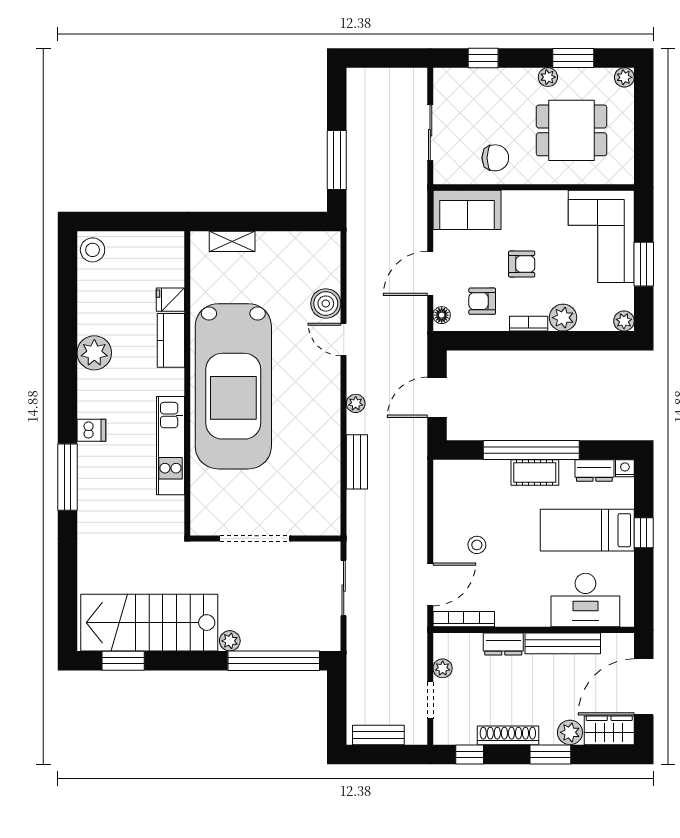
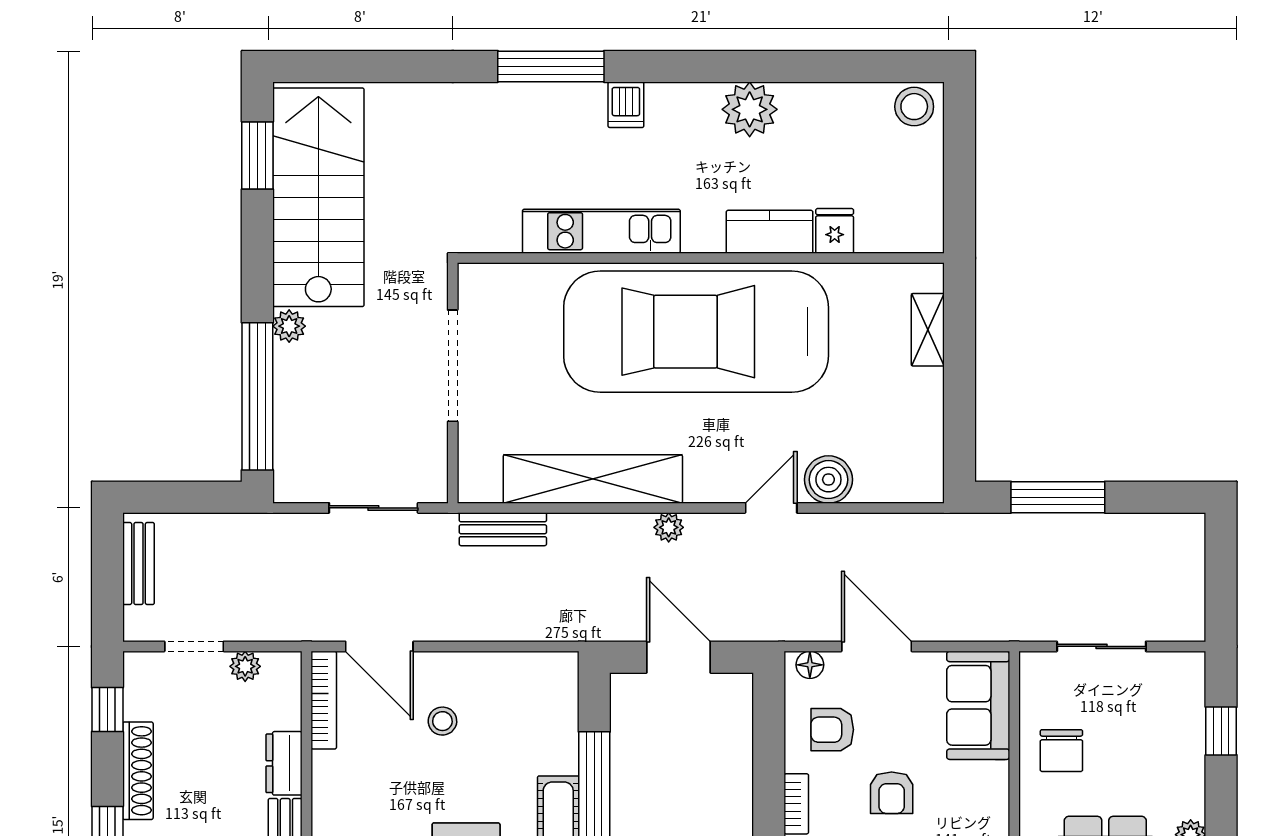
armchair: (482, 301) -> (832, 730), turned -90
shelving: (325, 451) -> (593, 479), added
bench: (357, 462) -> (503, 529), moved

